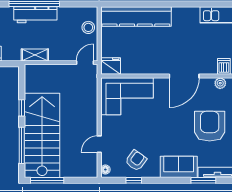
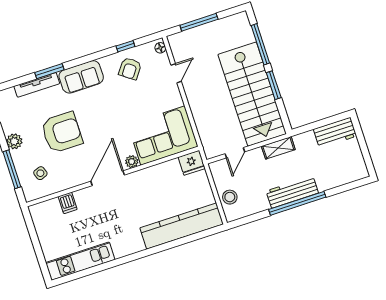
door: (85, 63) -> (235, 153), moved
plant: (220, 83) -> (132, 162), moved
window: (22, 108) -> (274, 85), width x1.50
armchair: (210, 126) -> (62, 132), turned -90
stairs: (42, 135) -> (252, 94), moved
window: (47, 180) -> (199, 22), moved

